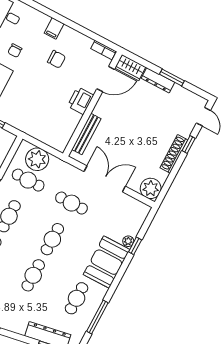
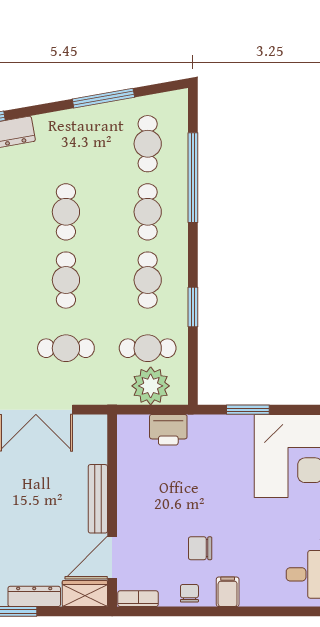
chair: (15, 51) -> (189, 593), moved
printer: (81, 101) -> (168, 430), moved, turned 90
bench: (86, 134) -> (98, 499), moved

